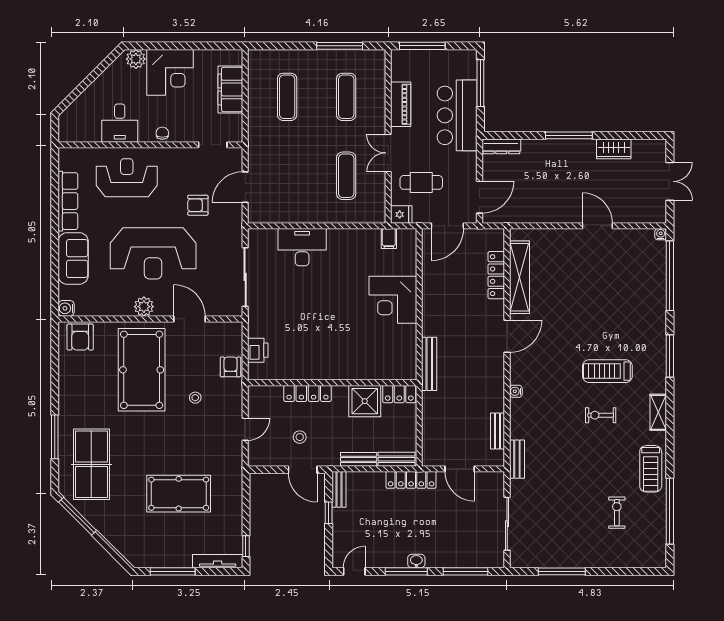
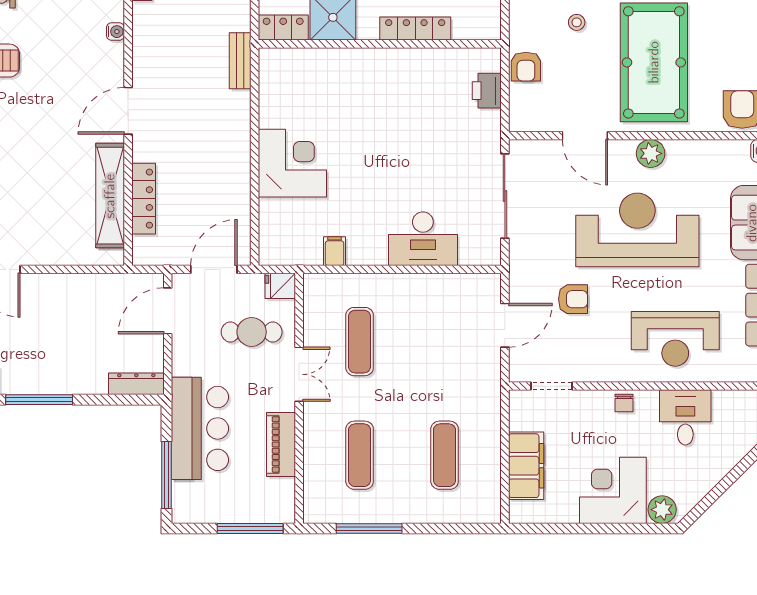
filing cabinet: (389, 239) -> (335, 251), moved
bench: (429, 364) -> (240, 61), width x0.73

